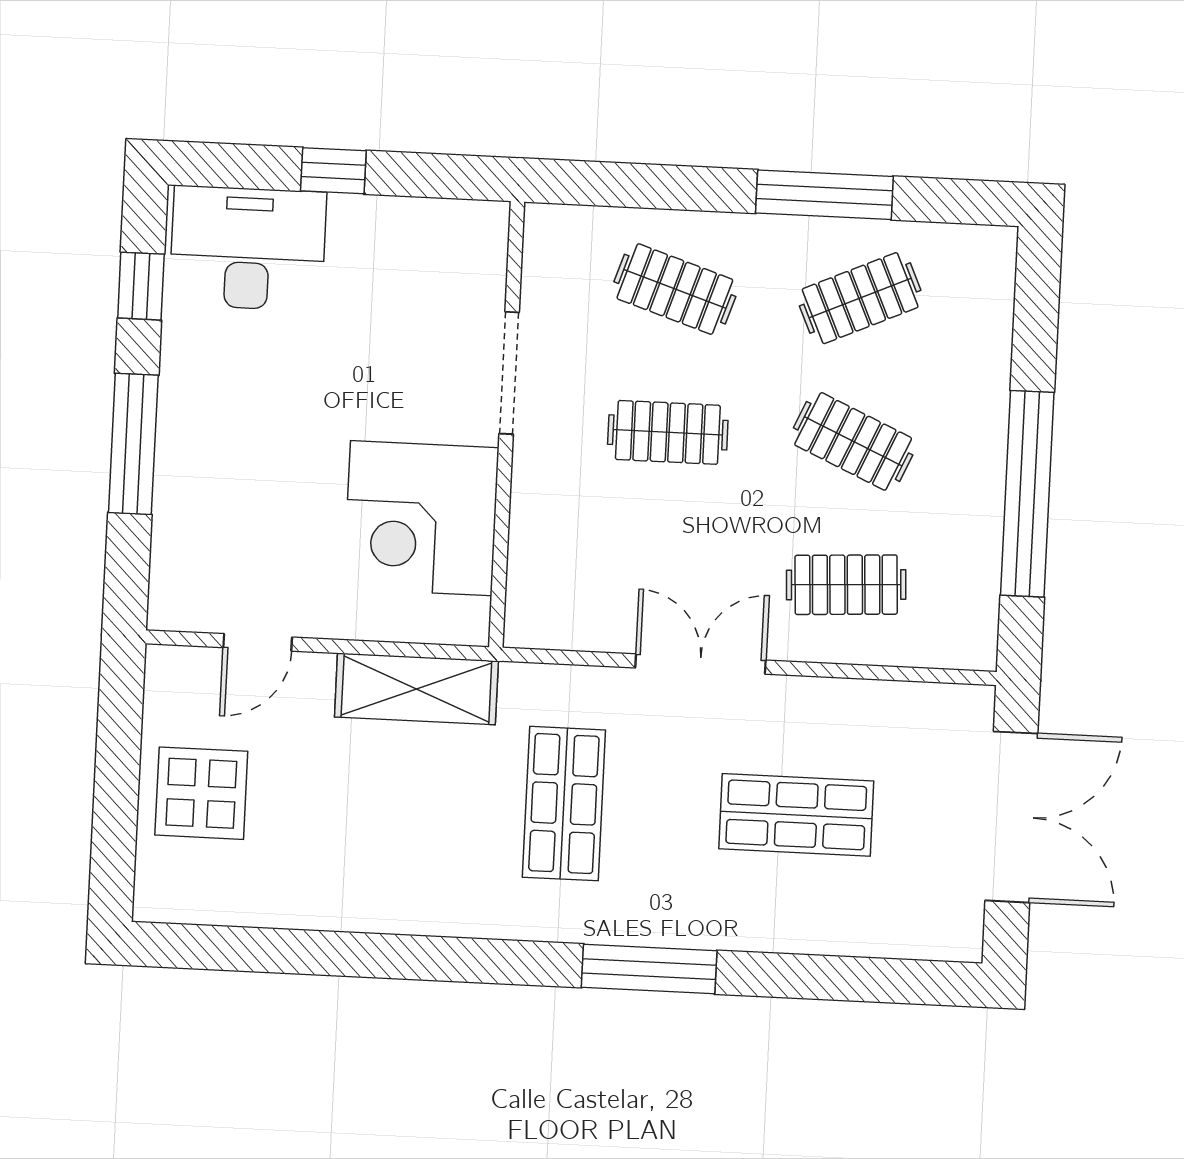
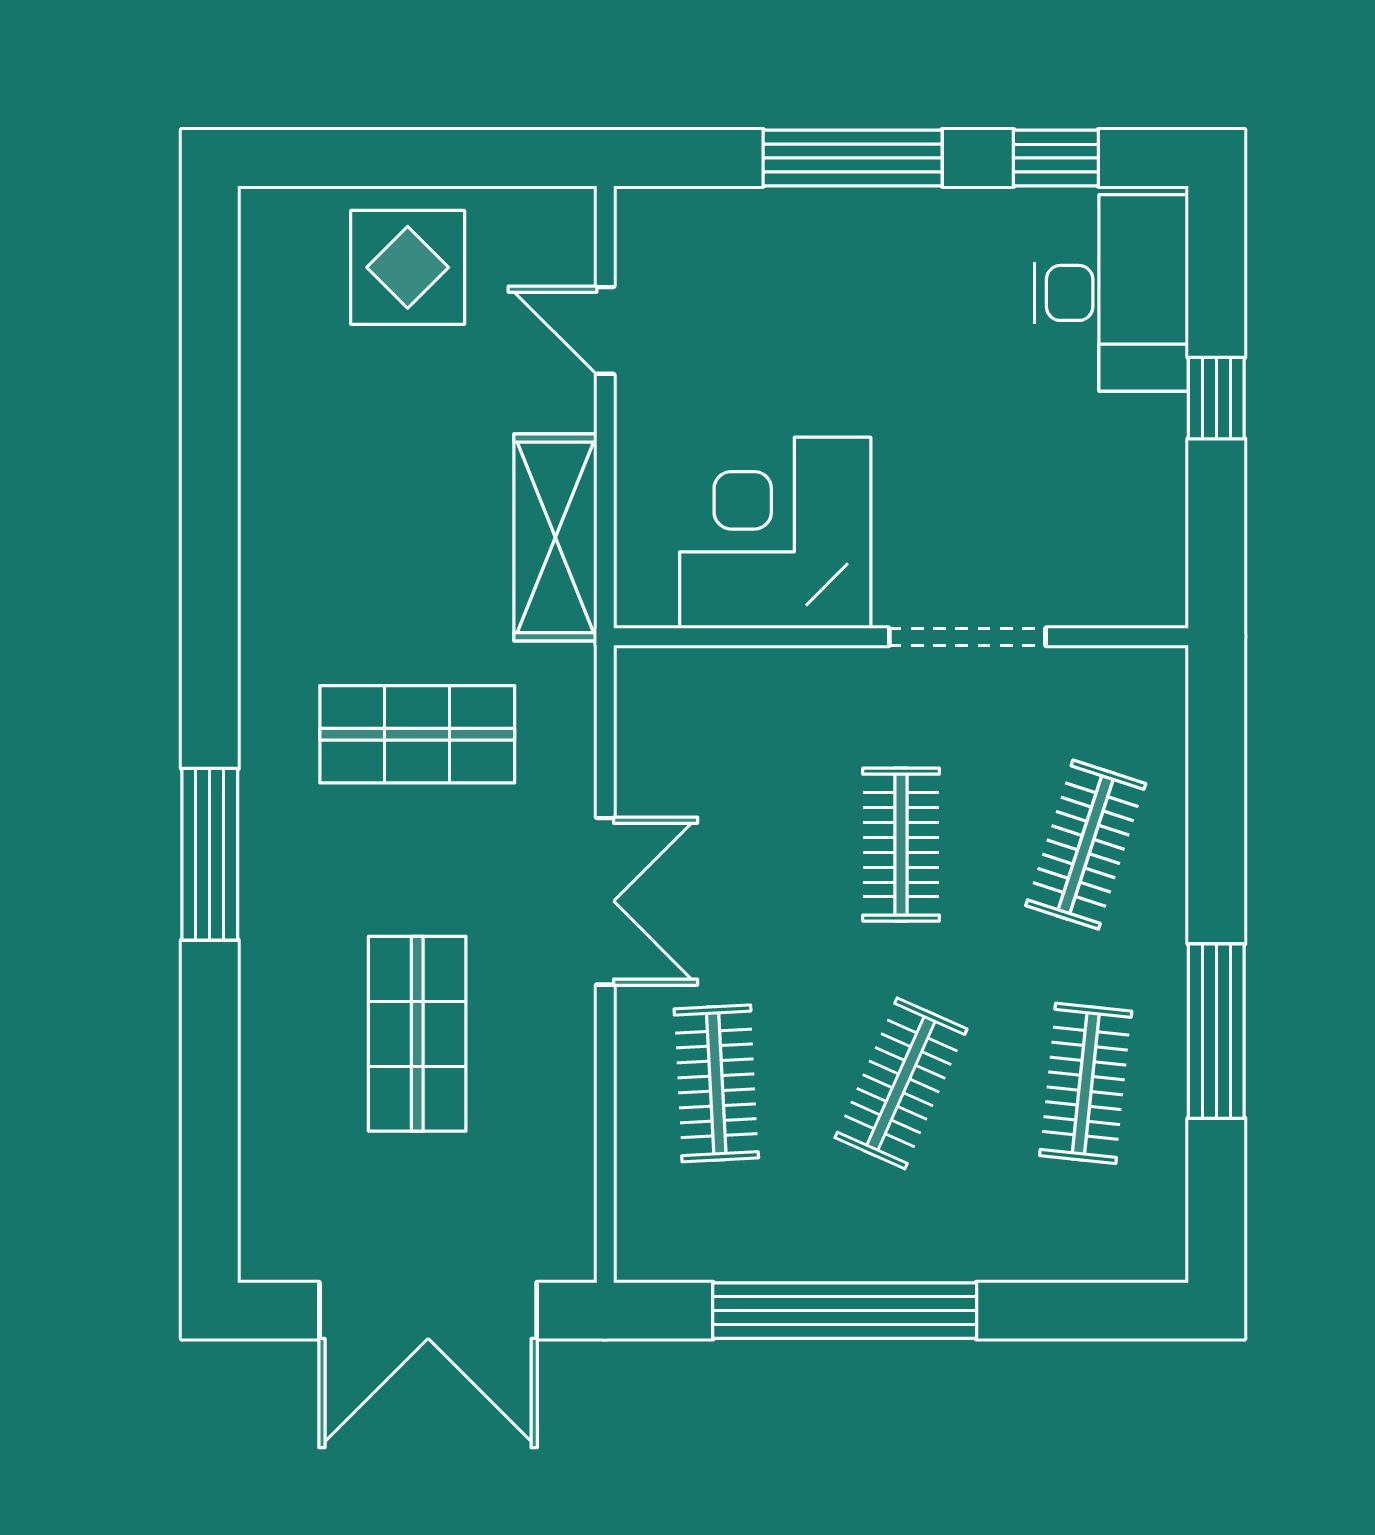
clothes rail: (860, 298) -> (1086, 1083), turned 30

